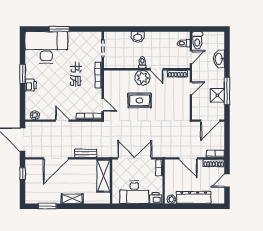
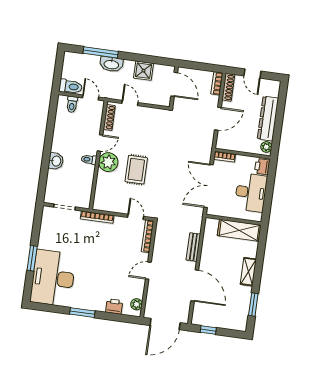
washbasin: (219, 59) -> (111, 64), moved
printer: (31, 85) -> (114, 306), moved
window: (227, 91) -> (101, 52), moved
door: (103, 105) -> (136, 217), hinge flipped
shelving: (104, 176) -> (239, 230), moved

